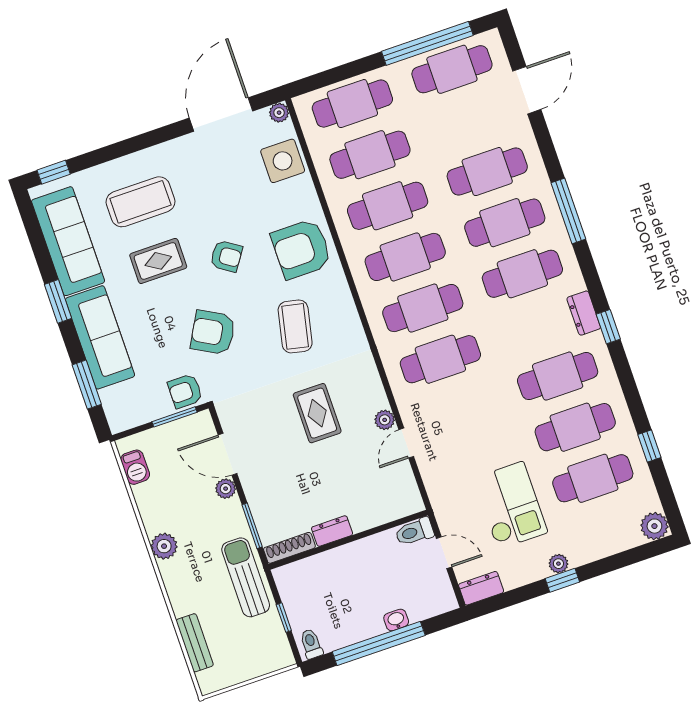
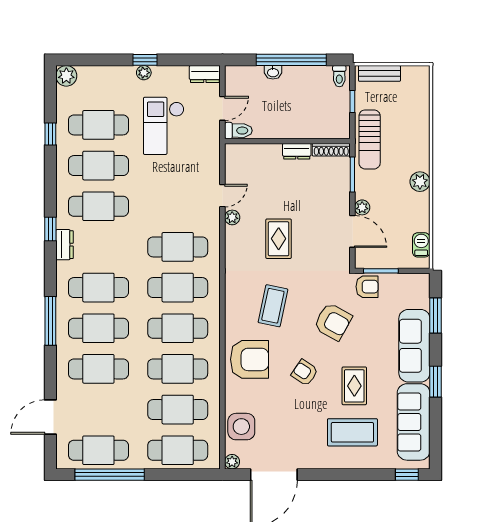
rug: (158, 261) -> (354, 386), turned 90
door: (444, 553) -> (222, 108), swing flipped
bench: (195, 643) -> (379, 73), moved, turned 90

